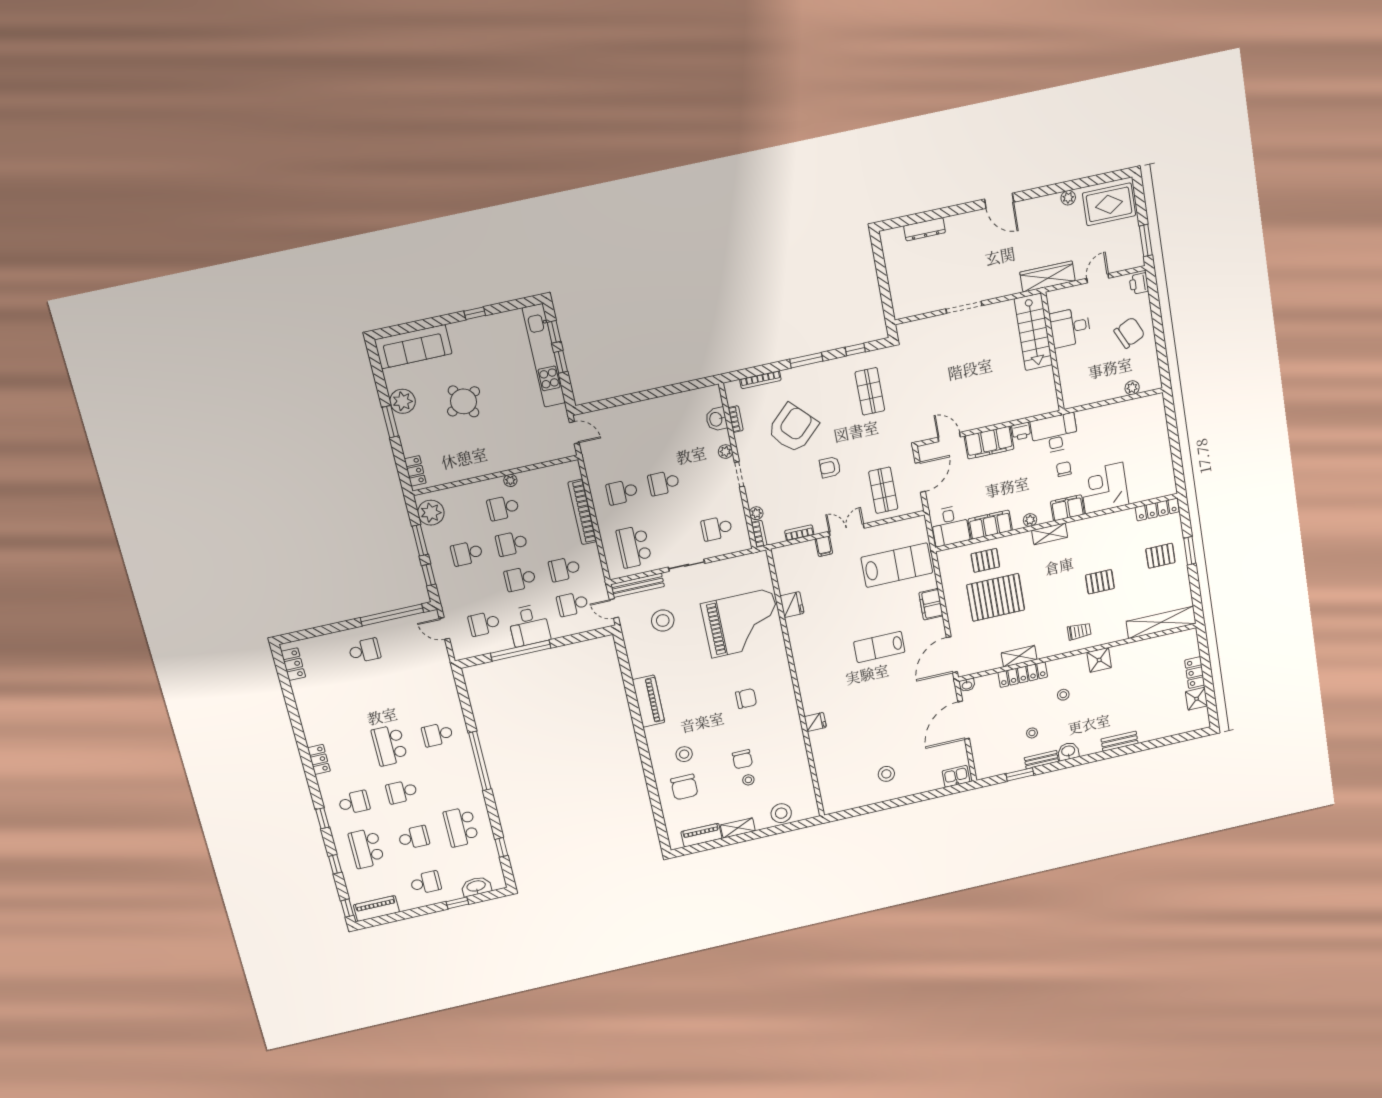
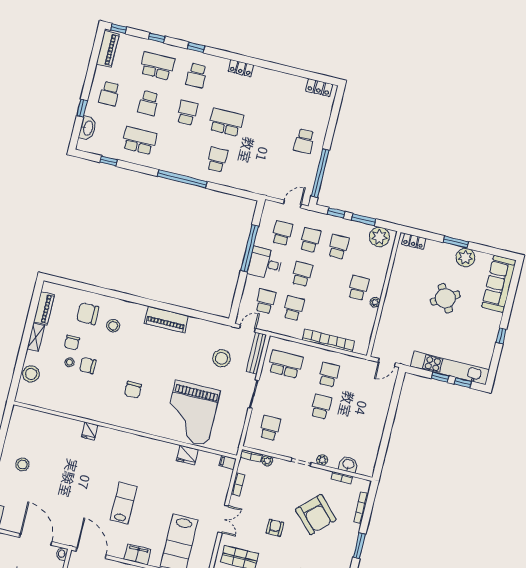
school desk: (512, 543) -> (310, 240), moved
filing cabinet: (824, 546) -> (228, 462), moved
chair: (725, 788) -> (72, 343), added

